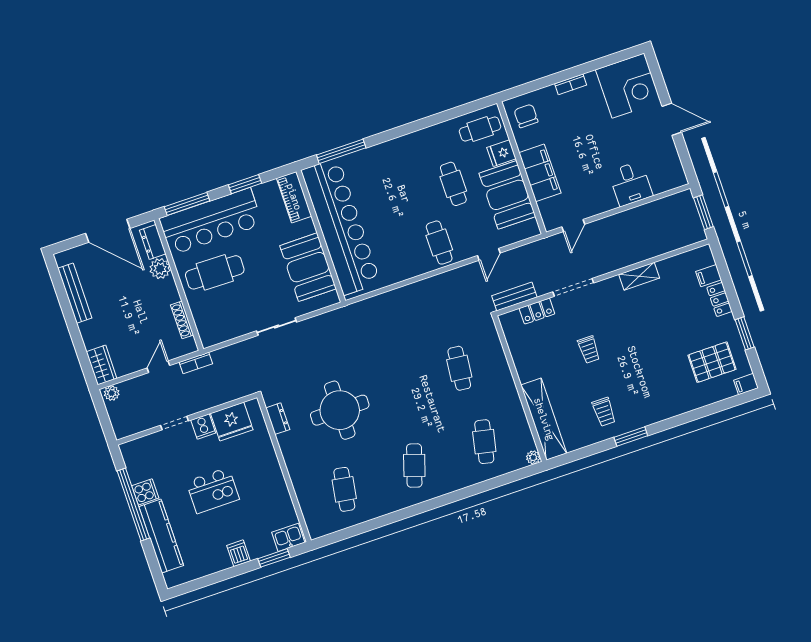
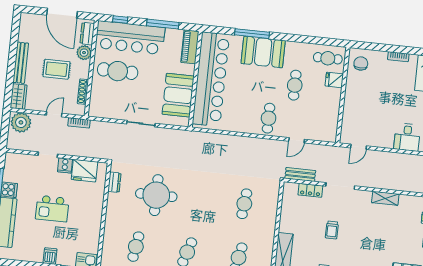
window: (341, 151) -> (252, 34), moved
filing cabinet: (540, 173) -> (353, 104), removed
window: (245, 184) -> (163, 24), width x1.44
booth: (507, 195) -> (263, 52), moved, turned 90
window: (187, 204) -> (120, 20), width x0.46
bench: (75, 293) -> (21, 63), moved
rug: (134, 307) -> (57, 69), added
plant: (112, 393) -> (21, 122), width x1.87, depth x1.87

